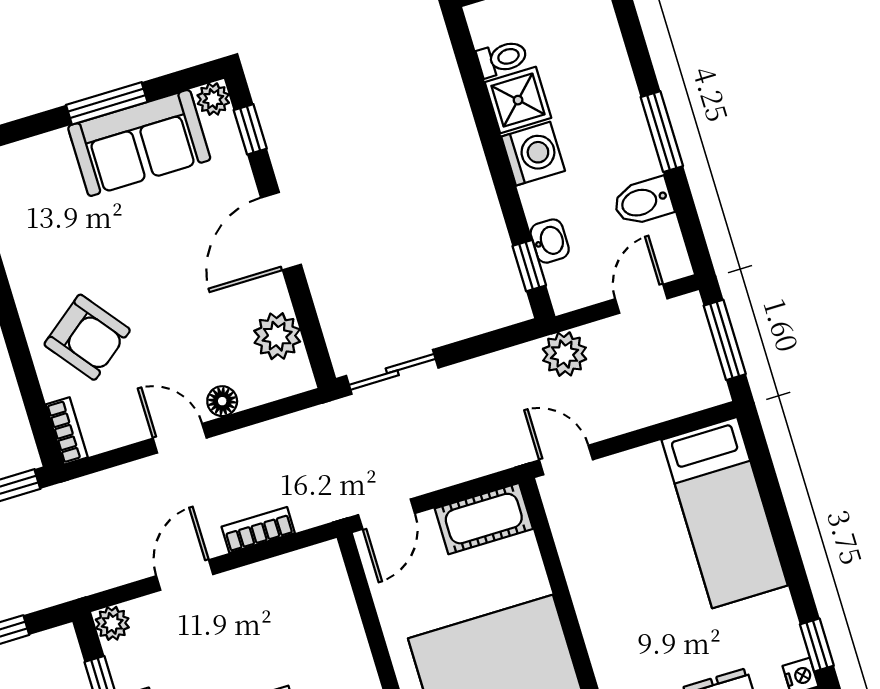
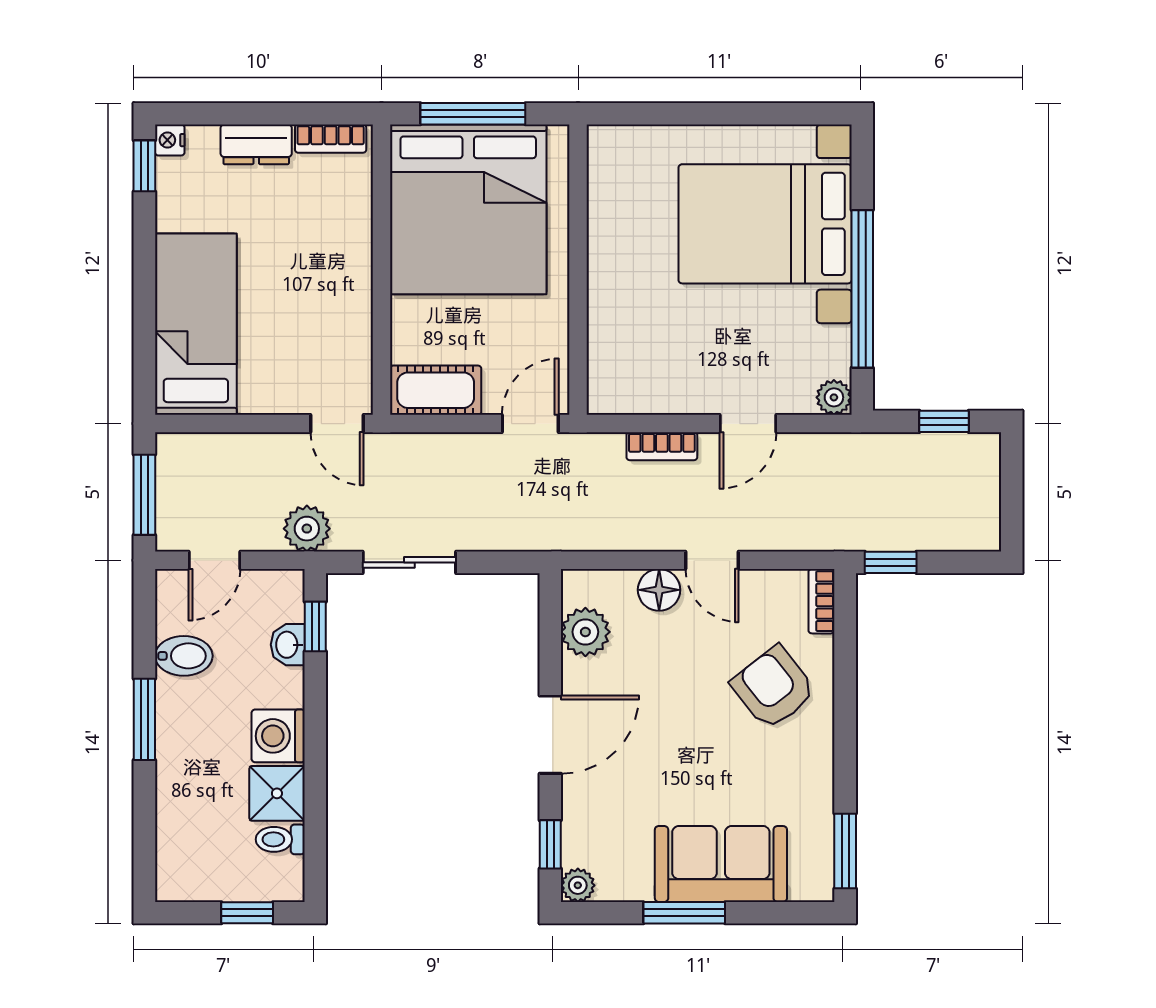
sofa: (139, 143) -> (721, 864), moved
sliding door: (392, 372) -> (409, 562), moved
floor lamp: (222, 401) -> (659, 590), width x1.37, depth x1.37

